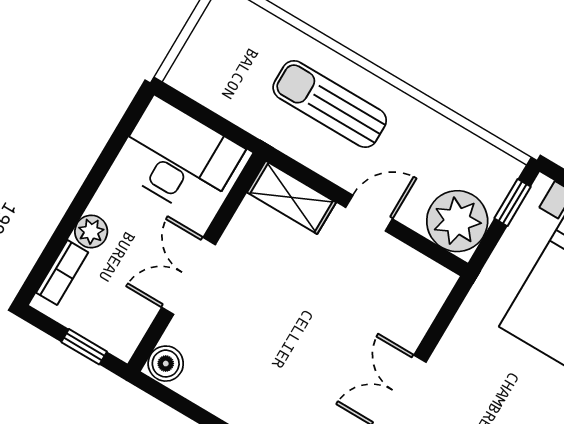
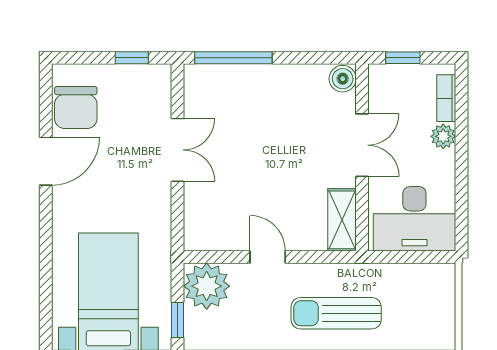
sun lounger: (330, 104) -> (336, 313), turned 180
shelving: (291, 197) -> (342, 220), moved, turned 90
door: (369, 213) -> (268, 257), swing flipped

